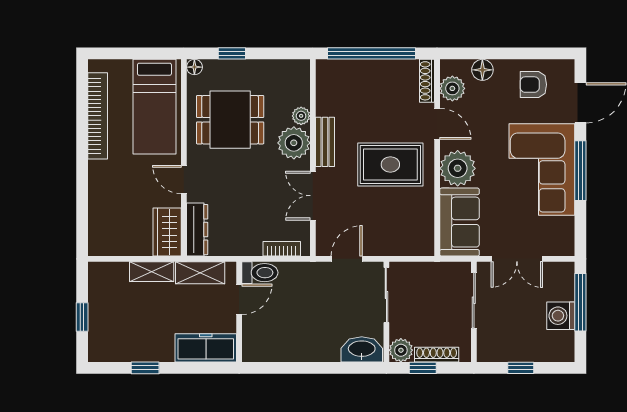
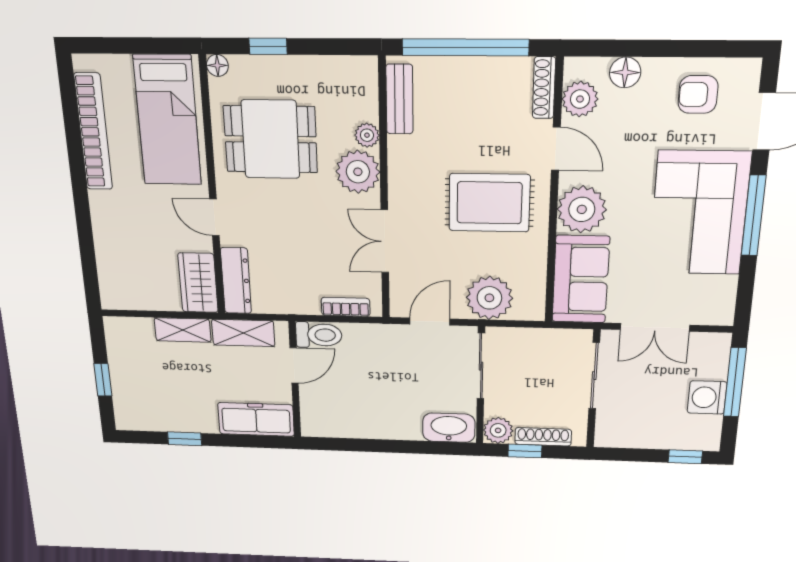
bench: (325, 142) -> (399, 99), moved
plant: (392, 239) -> (489, 298), added
window: (521, 368) -> (685, 457), moved

